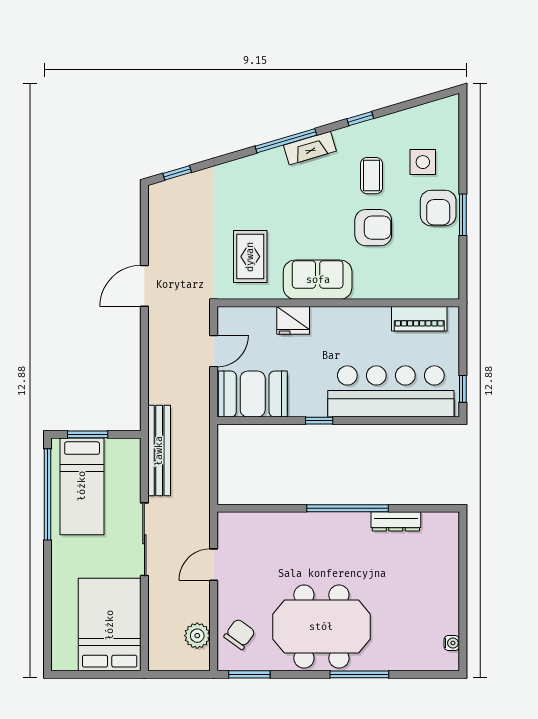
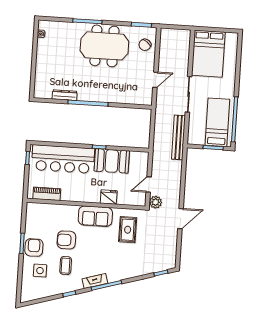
booth: (253, 394) -> (112, 161), moved
plant: (197, 636) -> (156, 202), moved

